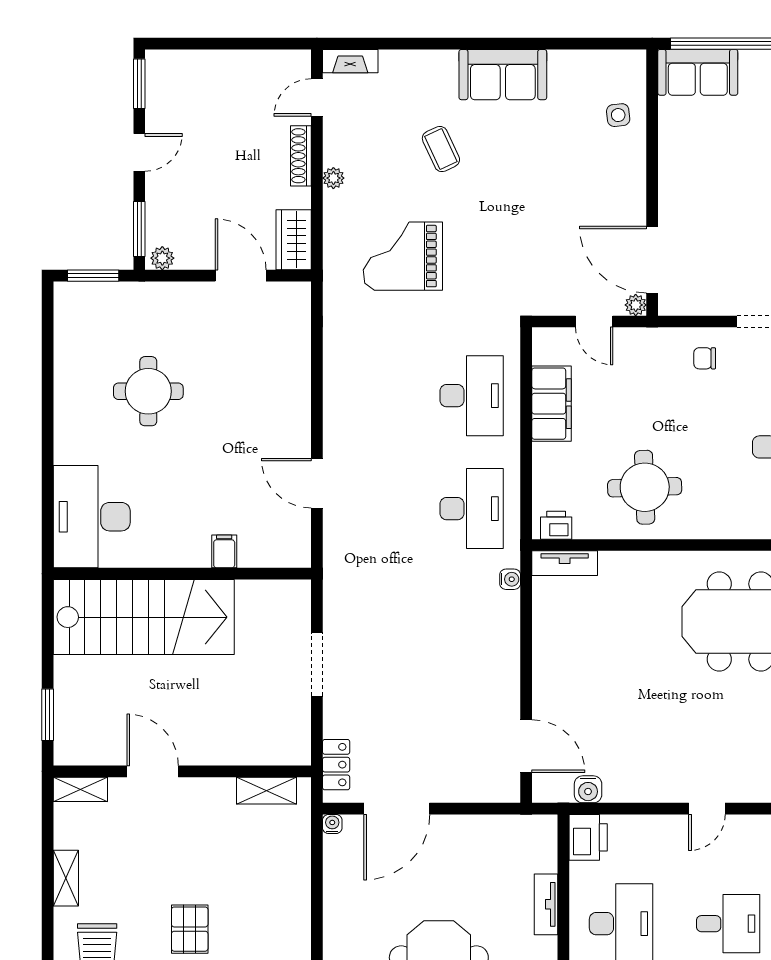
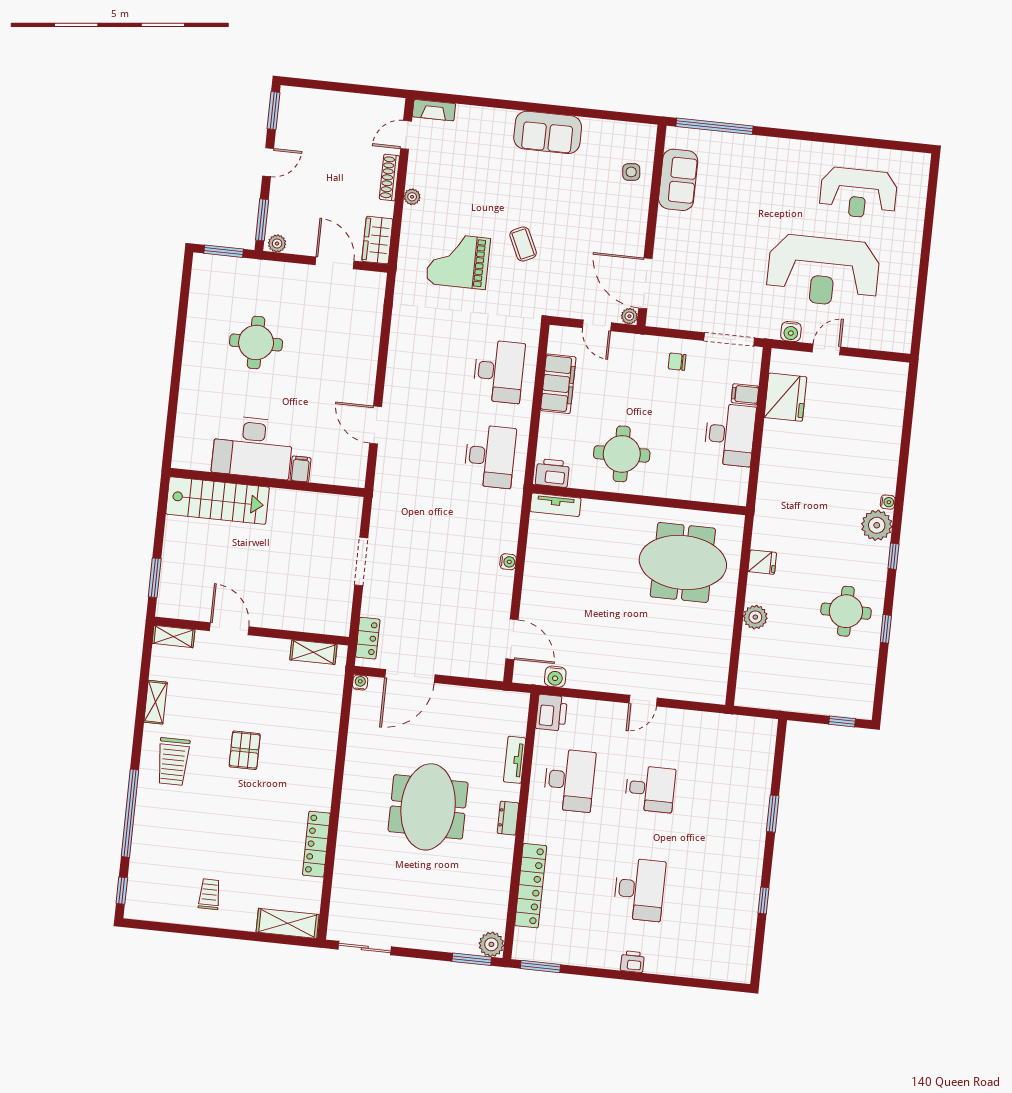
sofa: (698, 72) -> (678, 180), moved, turned -90
coffee table: (441, 149) -> (523, 244), moved
desk: (92, 517) -> (253, 447), moved, turned -90
printer: (556, 525) -> (552, 473), width x1.36, depth x1.24
water cooler: (510, 579) -> (508, 562), moved
stairs: (144, 617) -> (218, 501), width x0.73, depth x0.66

